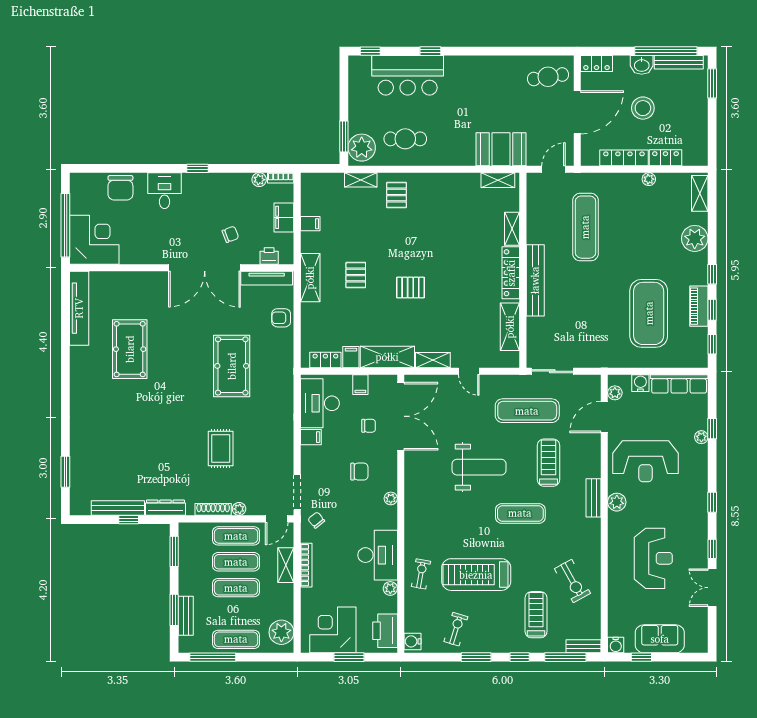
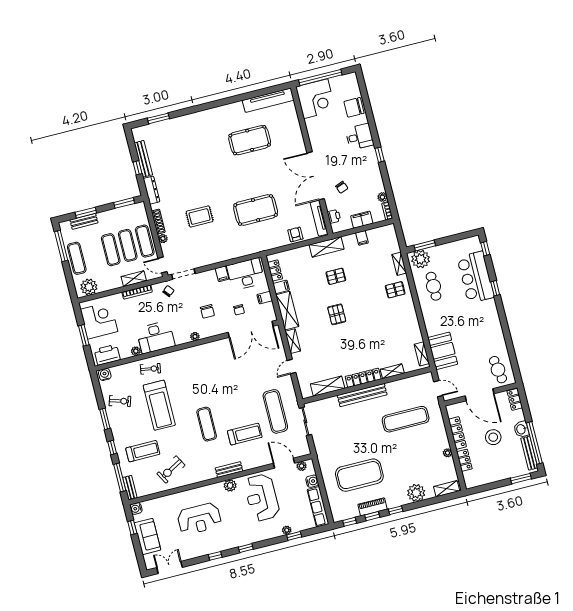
weight bench: (479, 467) -> (230, 389), removed
treadmill: (476, 575) -> (159, 405), turned 180
double door: (712, 588) -> (170, 567), moved

